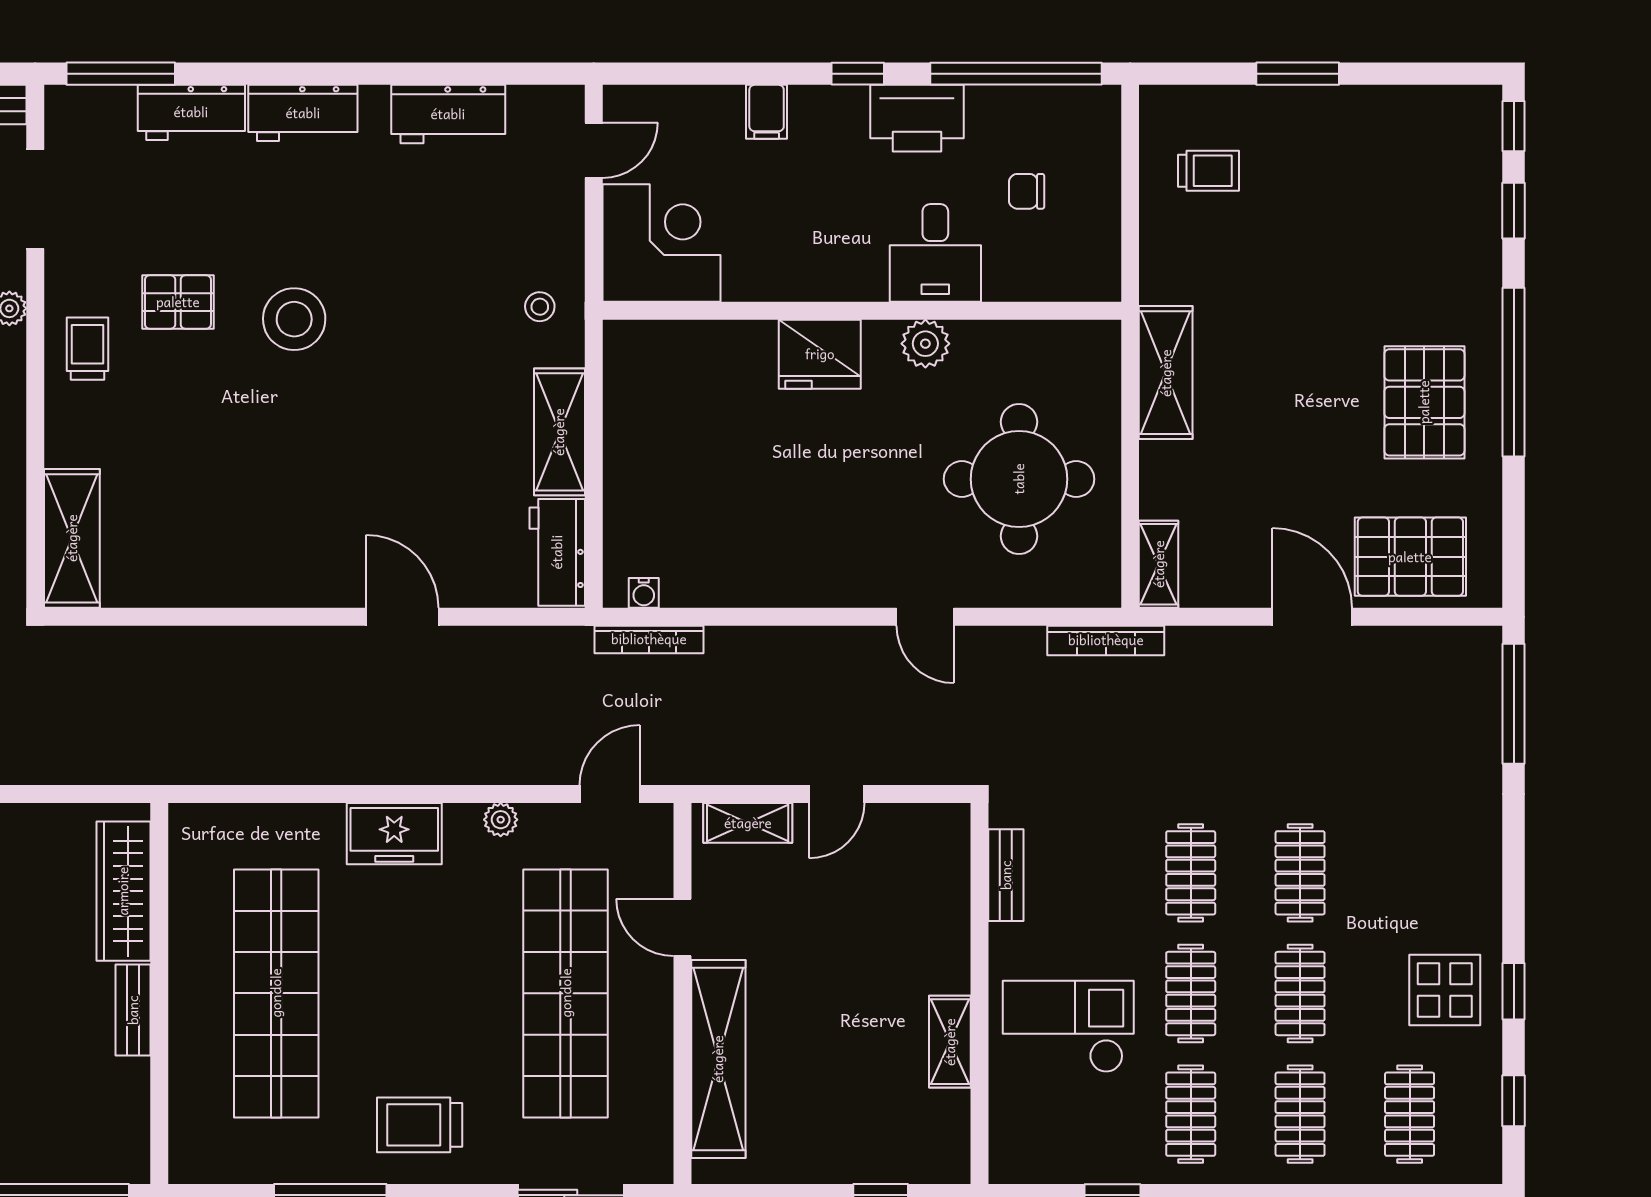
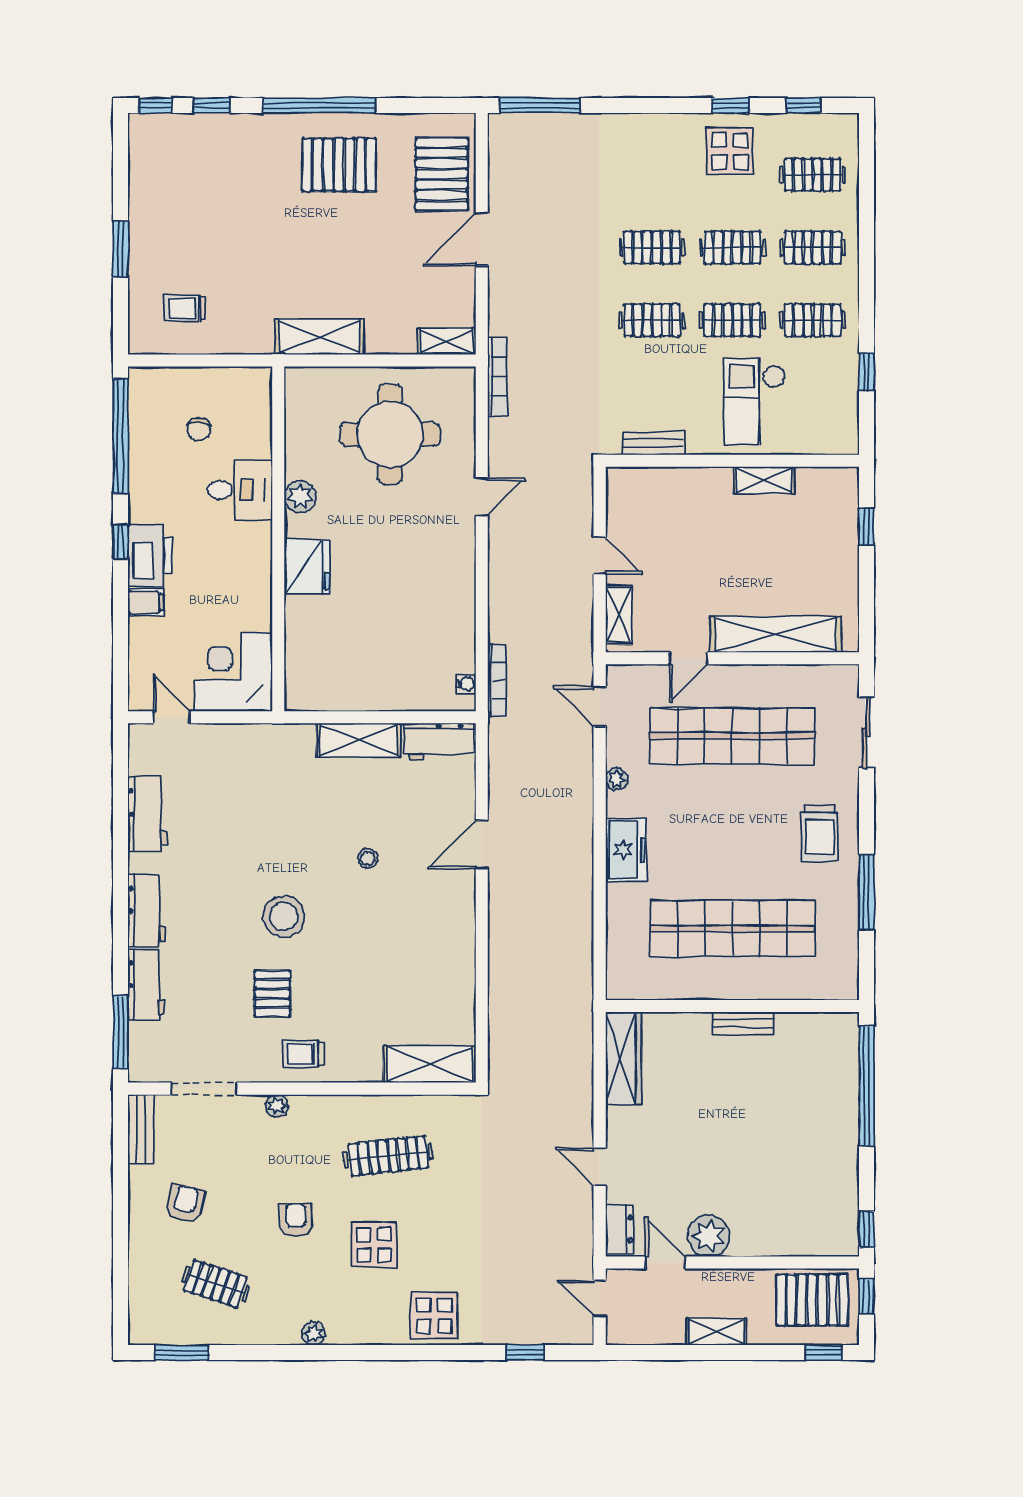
printer: (917, 118) -> (150, 555), moved
trolley: (1209, 171) -> (185, 308), turned -90
stool: (540, 307) -> (368, 858), moved
wardrobe: (123, 891) -> (623, 1058), moved, turned -90

